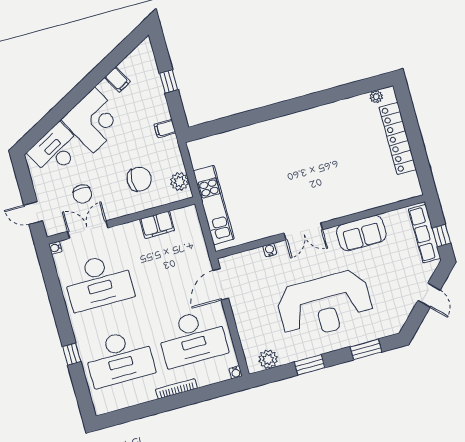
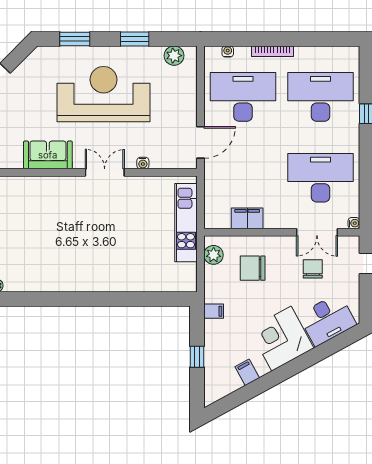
water cooler: (236, 372) -> (228, 51), moved

